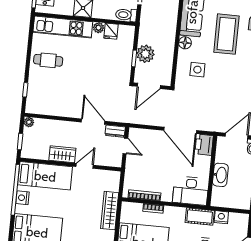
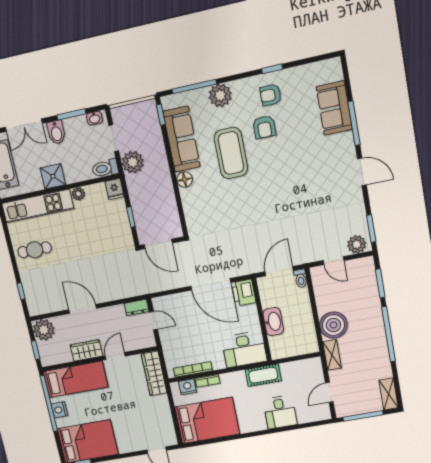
fridge: (111, 31) -> (114, 189), moved
plant: (145, 54) -> (133, 162), moved
side table: (197, 70) -> (209, 207), removed
door: (149, 86) -> (158, 244), hinge flipped
plant: (29, 122) -> (44, 330), width x1.88, depth x1.88
door: (93, 122) -> (83, 309), moved
wardrobe: (110, 211) -> (154, 373), moved
nightstand: (221, 217) -> (187, 387), moved

